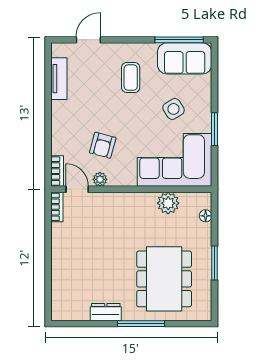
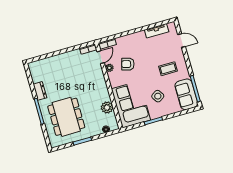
dining table: (164, 279) -> (66, 117), turned 90

